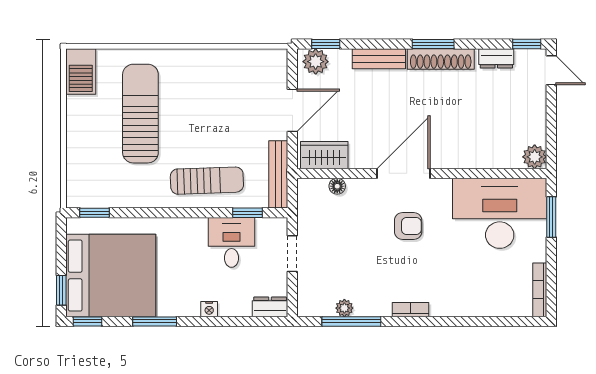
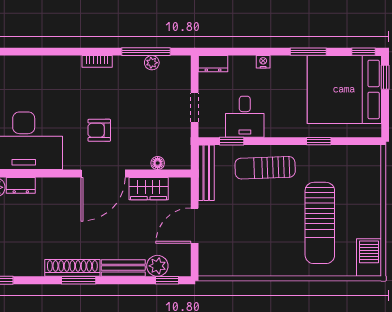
dresser: (496, 58) -> (21, 185), moved, turned 180
plant: (316, 62) -> (157, 266), moved
wardrobe: (324, 155) -> (149, 189), moved
window: (95, 213) -> (319, 141), moved

